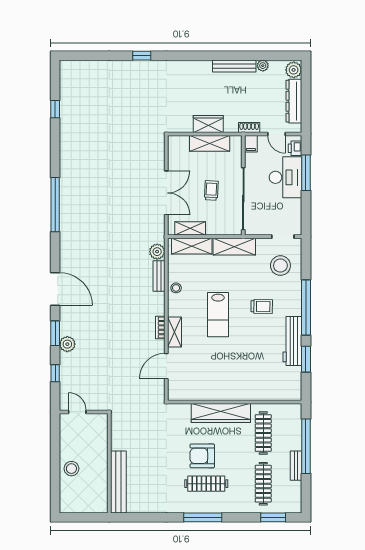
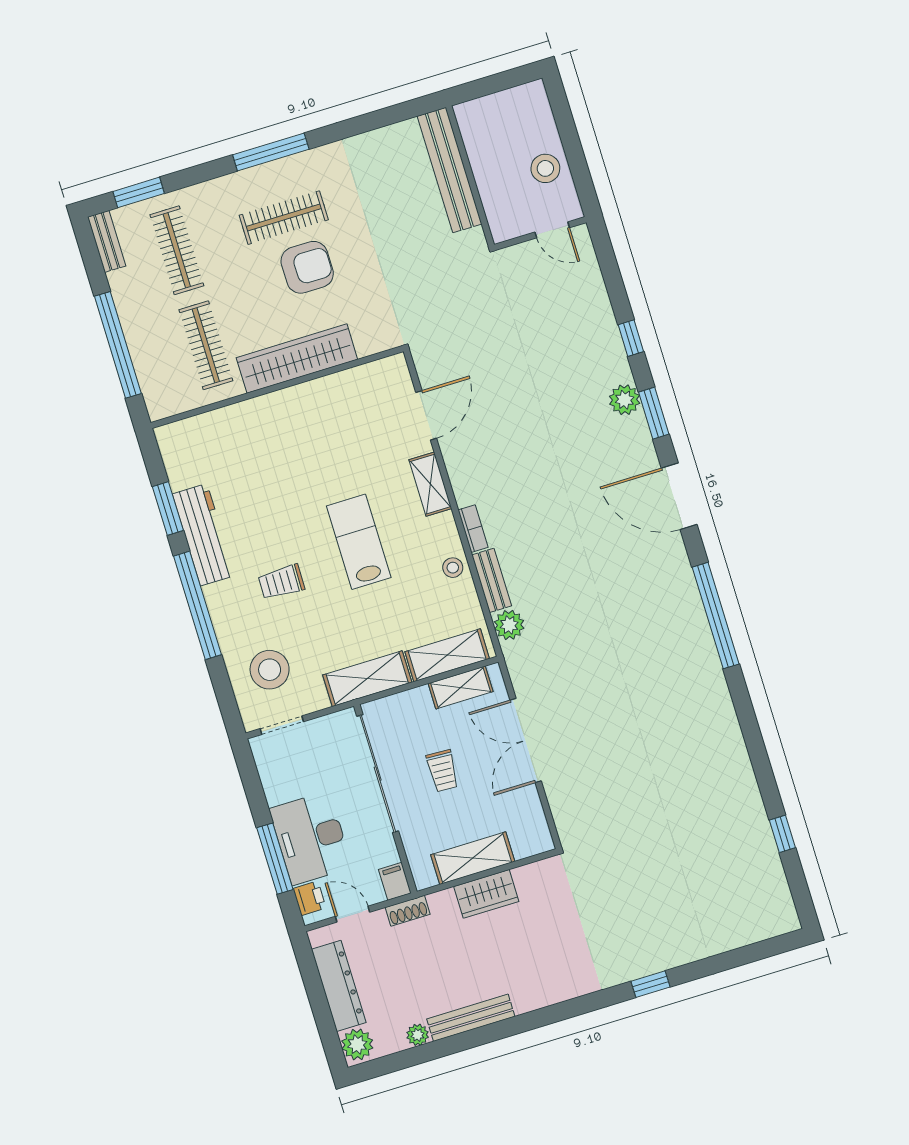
window: (55, 205) -> (716, 616), moved
bookcase: (160, 328) -> (473, 529), moved
door: (77, 412) -> (552, 230), moved
wall: (84, 412) -> (540, 233), moved
bench: (296, 466) -> (107, 241), moved

